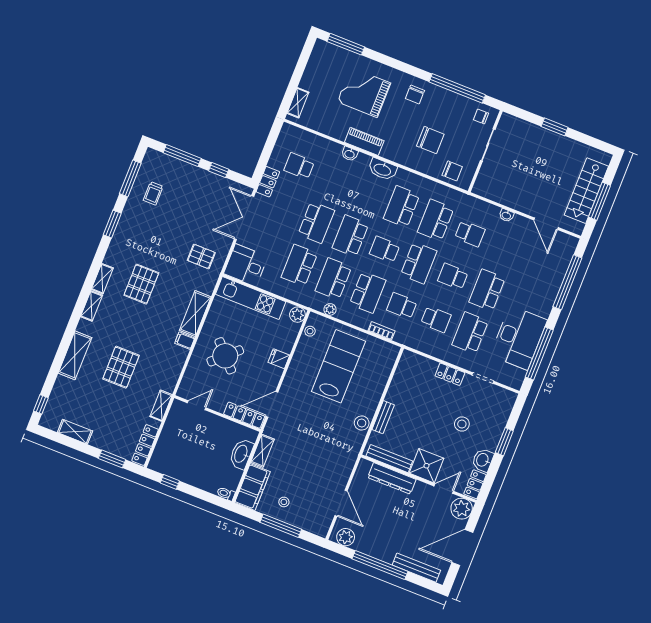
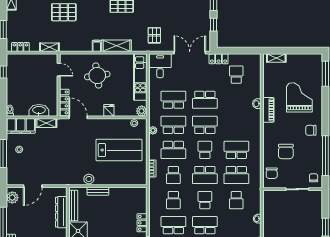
washbasin: (382, 169) -> (255, 128), removed
school desk: (436, 220) -> (236, 175), turned 180
school desk: (402, 306) -> (173, 175), turned 180
round table: (225, 356) -> (97, 76), turned 35
locker: (145, 445) -> (20, 47), width x0.66

